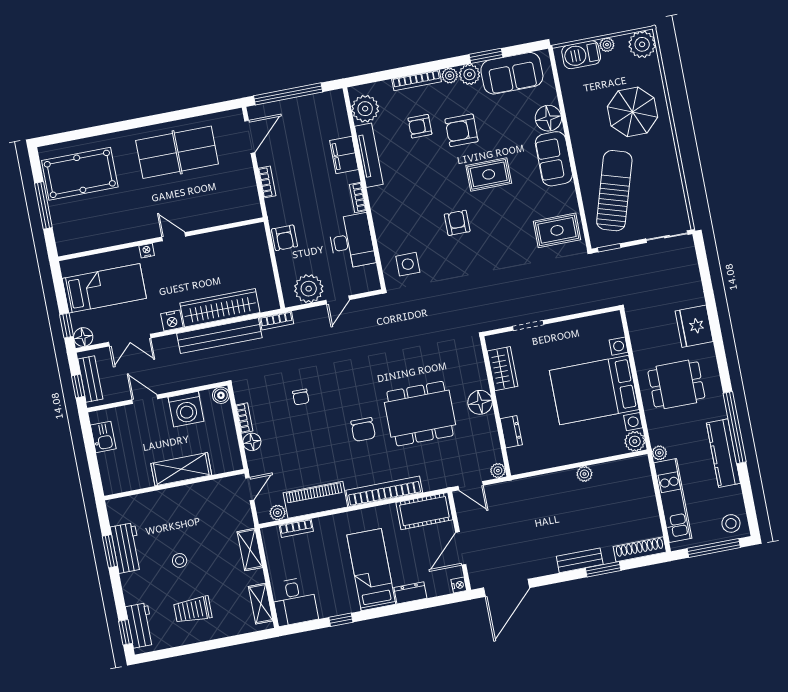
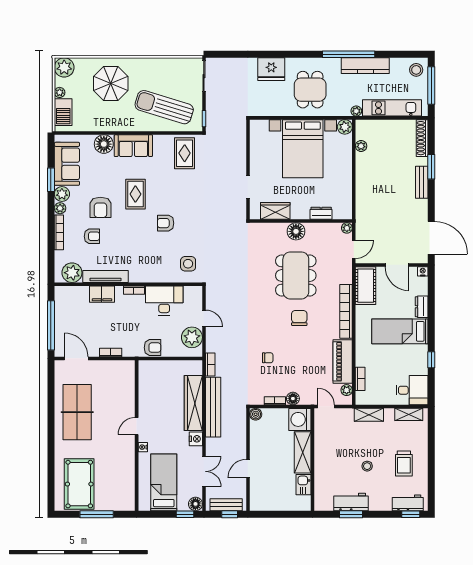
armchair: (420, 126) -> (92, 236), turned -90
washing machine: (186, 409) -> (300, 419), moved, turned 180
chair: (363, 429) -> (299, 318), turned -90
kitchen sink: (103, 437) -> (304, 485), moved, turned -90
plant: (584, 474) -> (361, 146), moved

